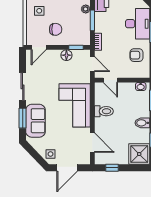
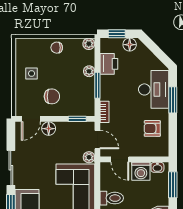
floor lamp: (66, 55) -> (49, 129), moved
plant: (86, 78) -> (89, 157), added
washing machine: (127, 90) -> (141, 171), added

